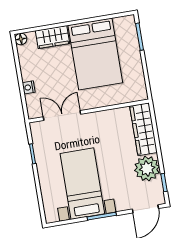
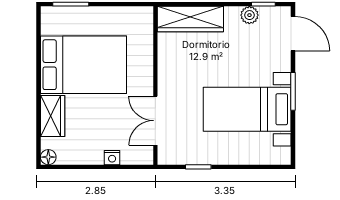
plant: (147, 169) -> (249, 15), width x0.53, depth x0.53

